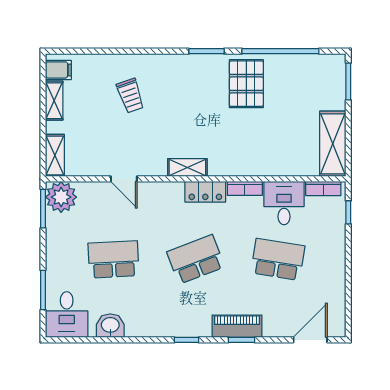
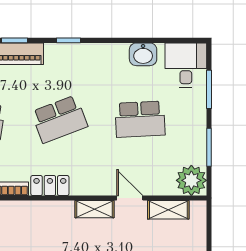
shelving: (55, 155) -> (168, 210), moved, turned 90
shelving: (187, 168) -> (94, 209), moved
window: (43, 209) -> (209, 147), moved

